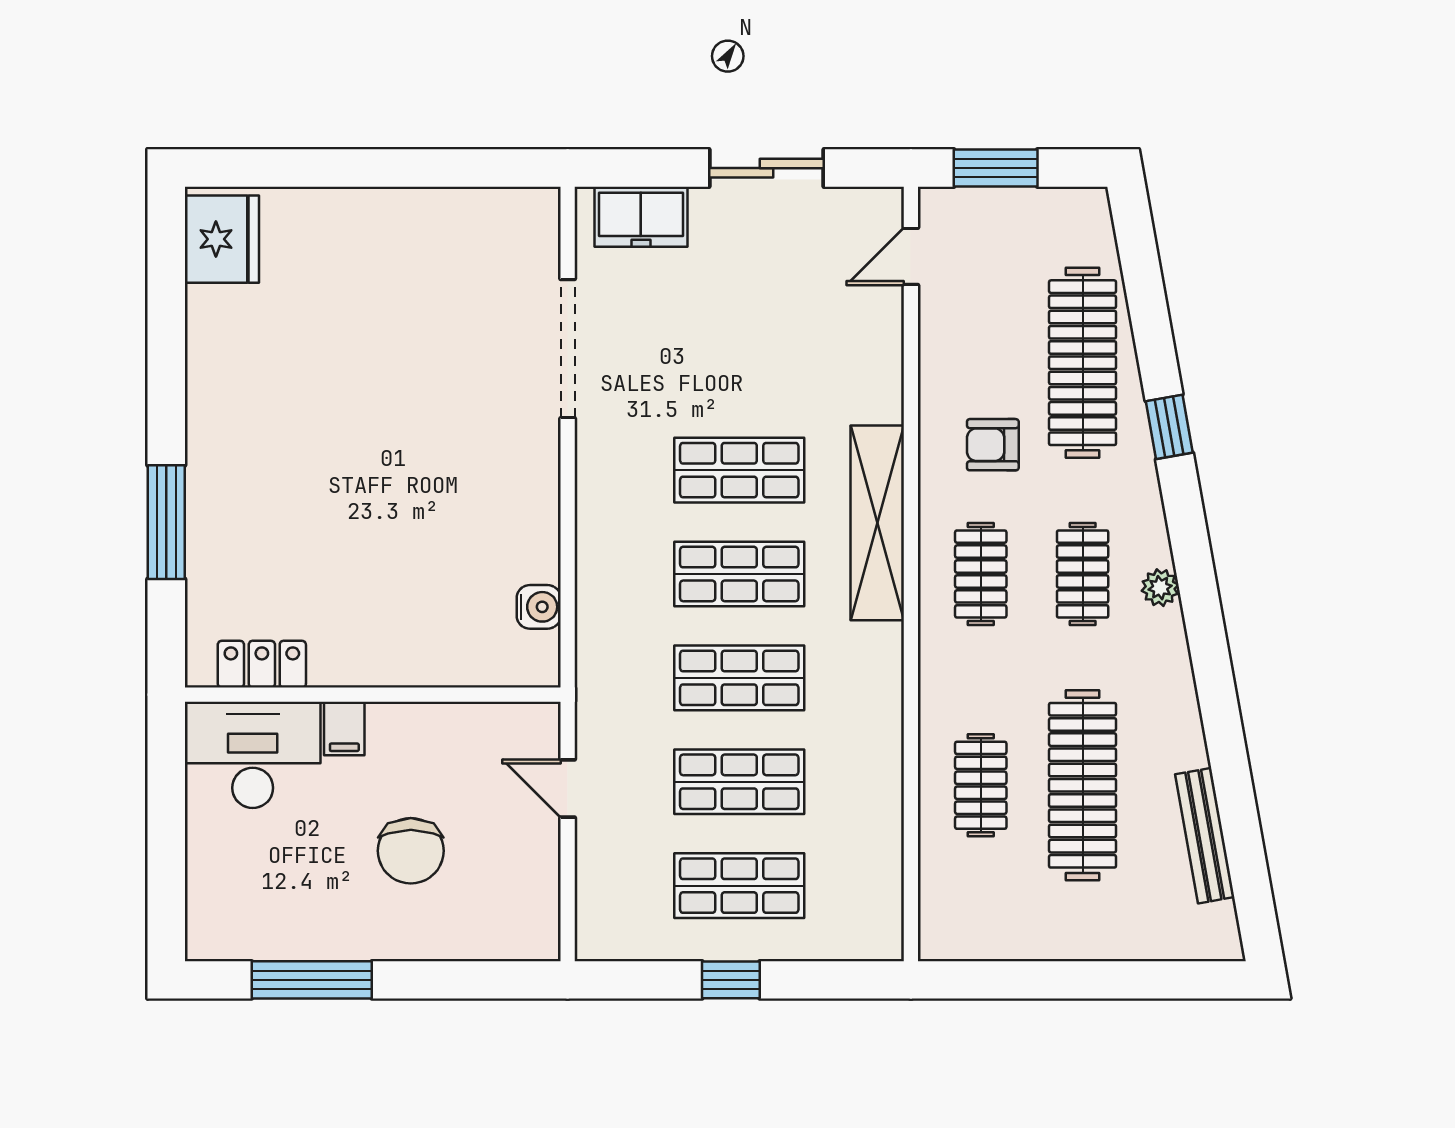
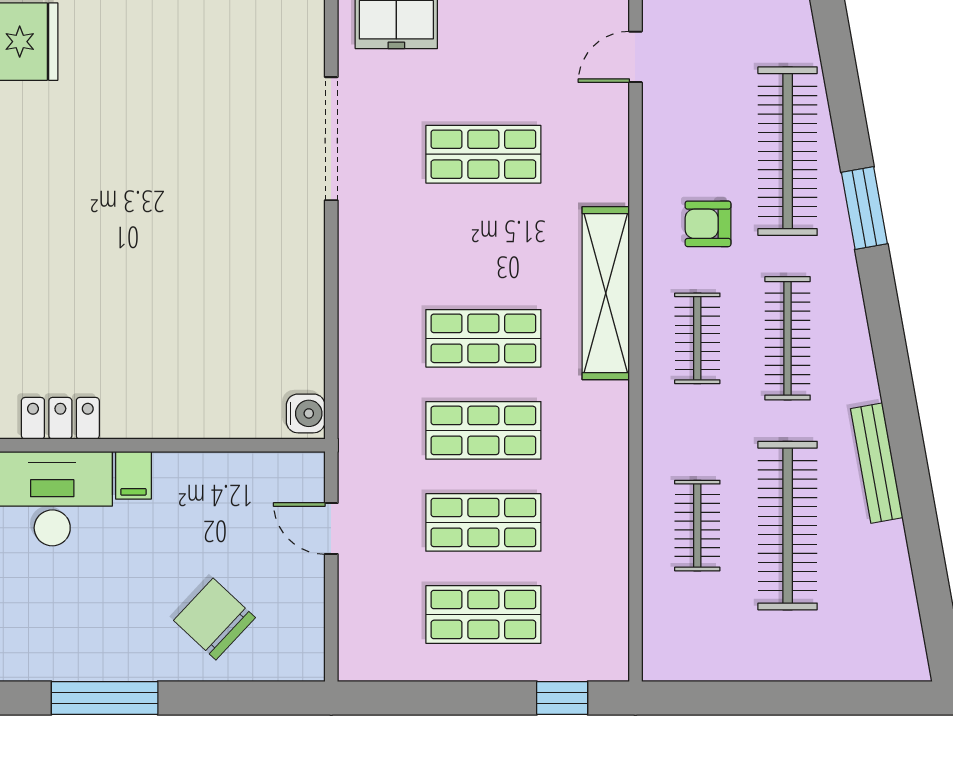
window: (1169, 427) -> (864, 208), width x1.50
shop shelf: (739, 470) -> (483, 154), moved
clothes rail: (1083, 574) -> (788, 338), width x1.36
plant: (1160, 588) -> (856, 350), removed
water cooler: (539, 607) -> (306, 413), moved
bench: (1205, 836) -> (877, 463), moved
chair: (411, 851) -> (214, 619), moved, turned 133
window: (731, 980) -> (562, 698), moved

